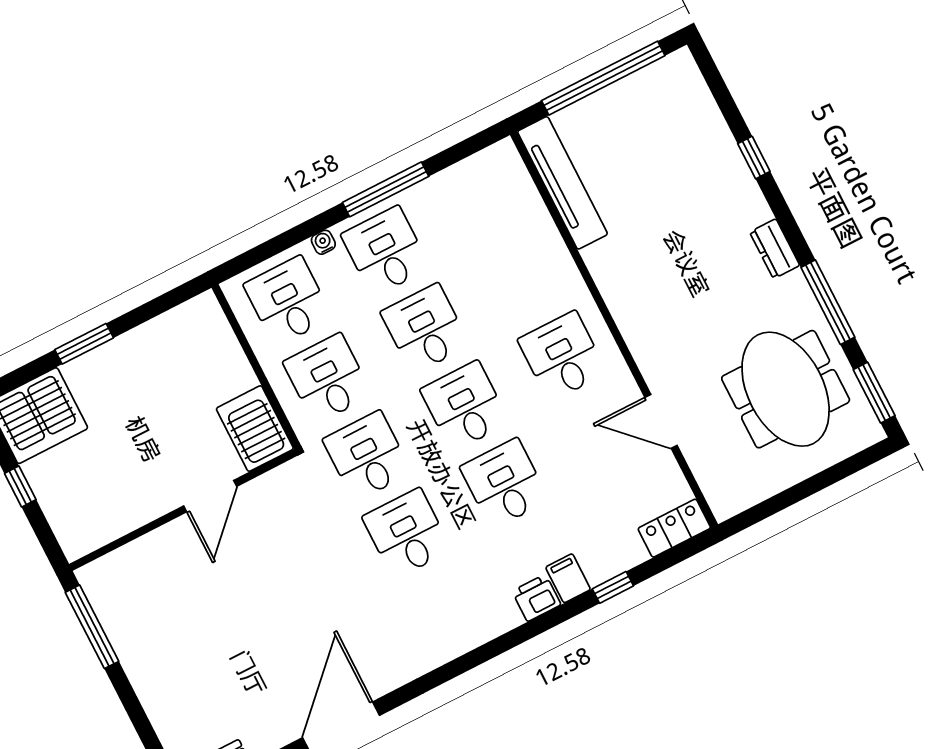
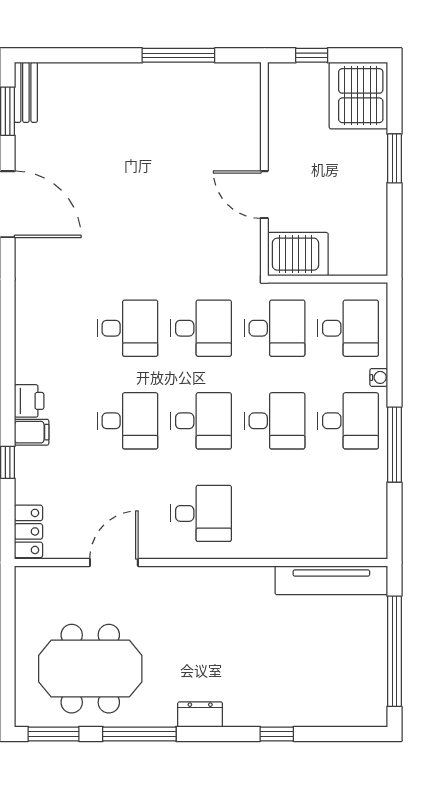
server rack: (255, 429) -> (298, 254), moved
door: (210, 496) -> (264, 195), moved
wall: (183, 510) -> (264, 169), moved

